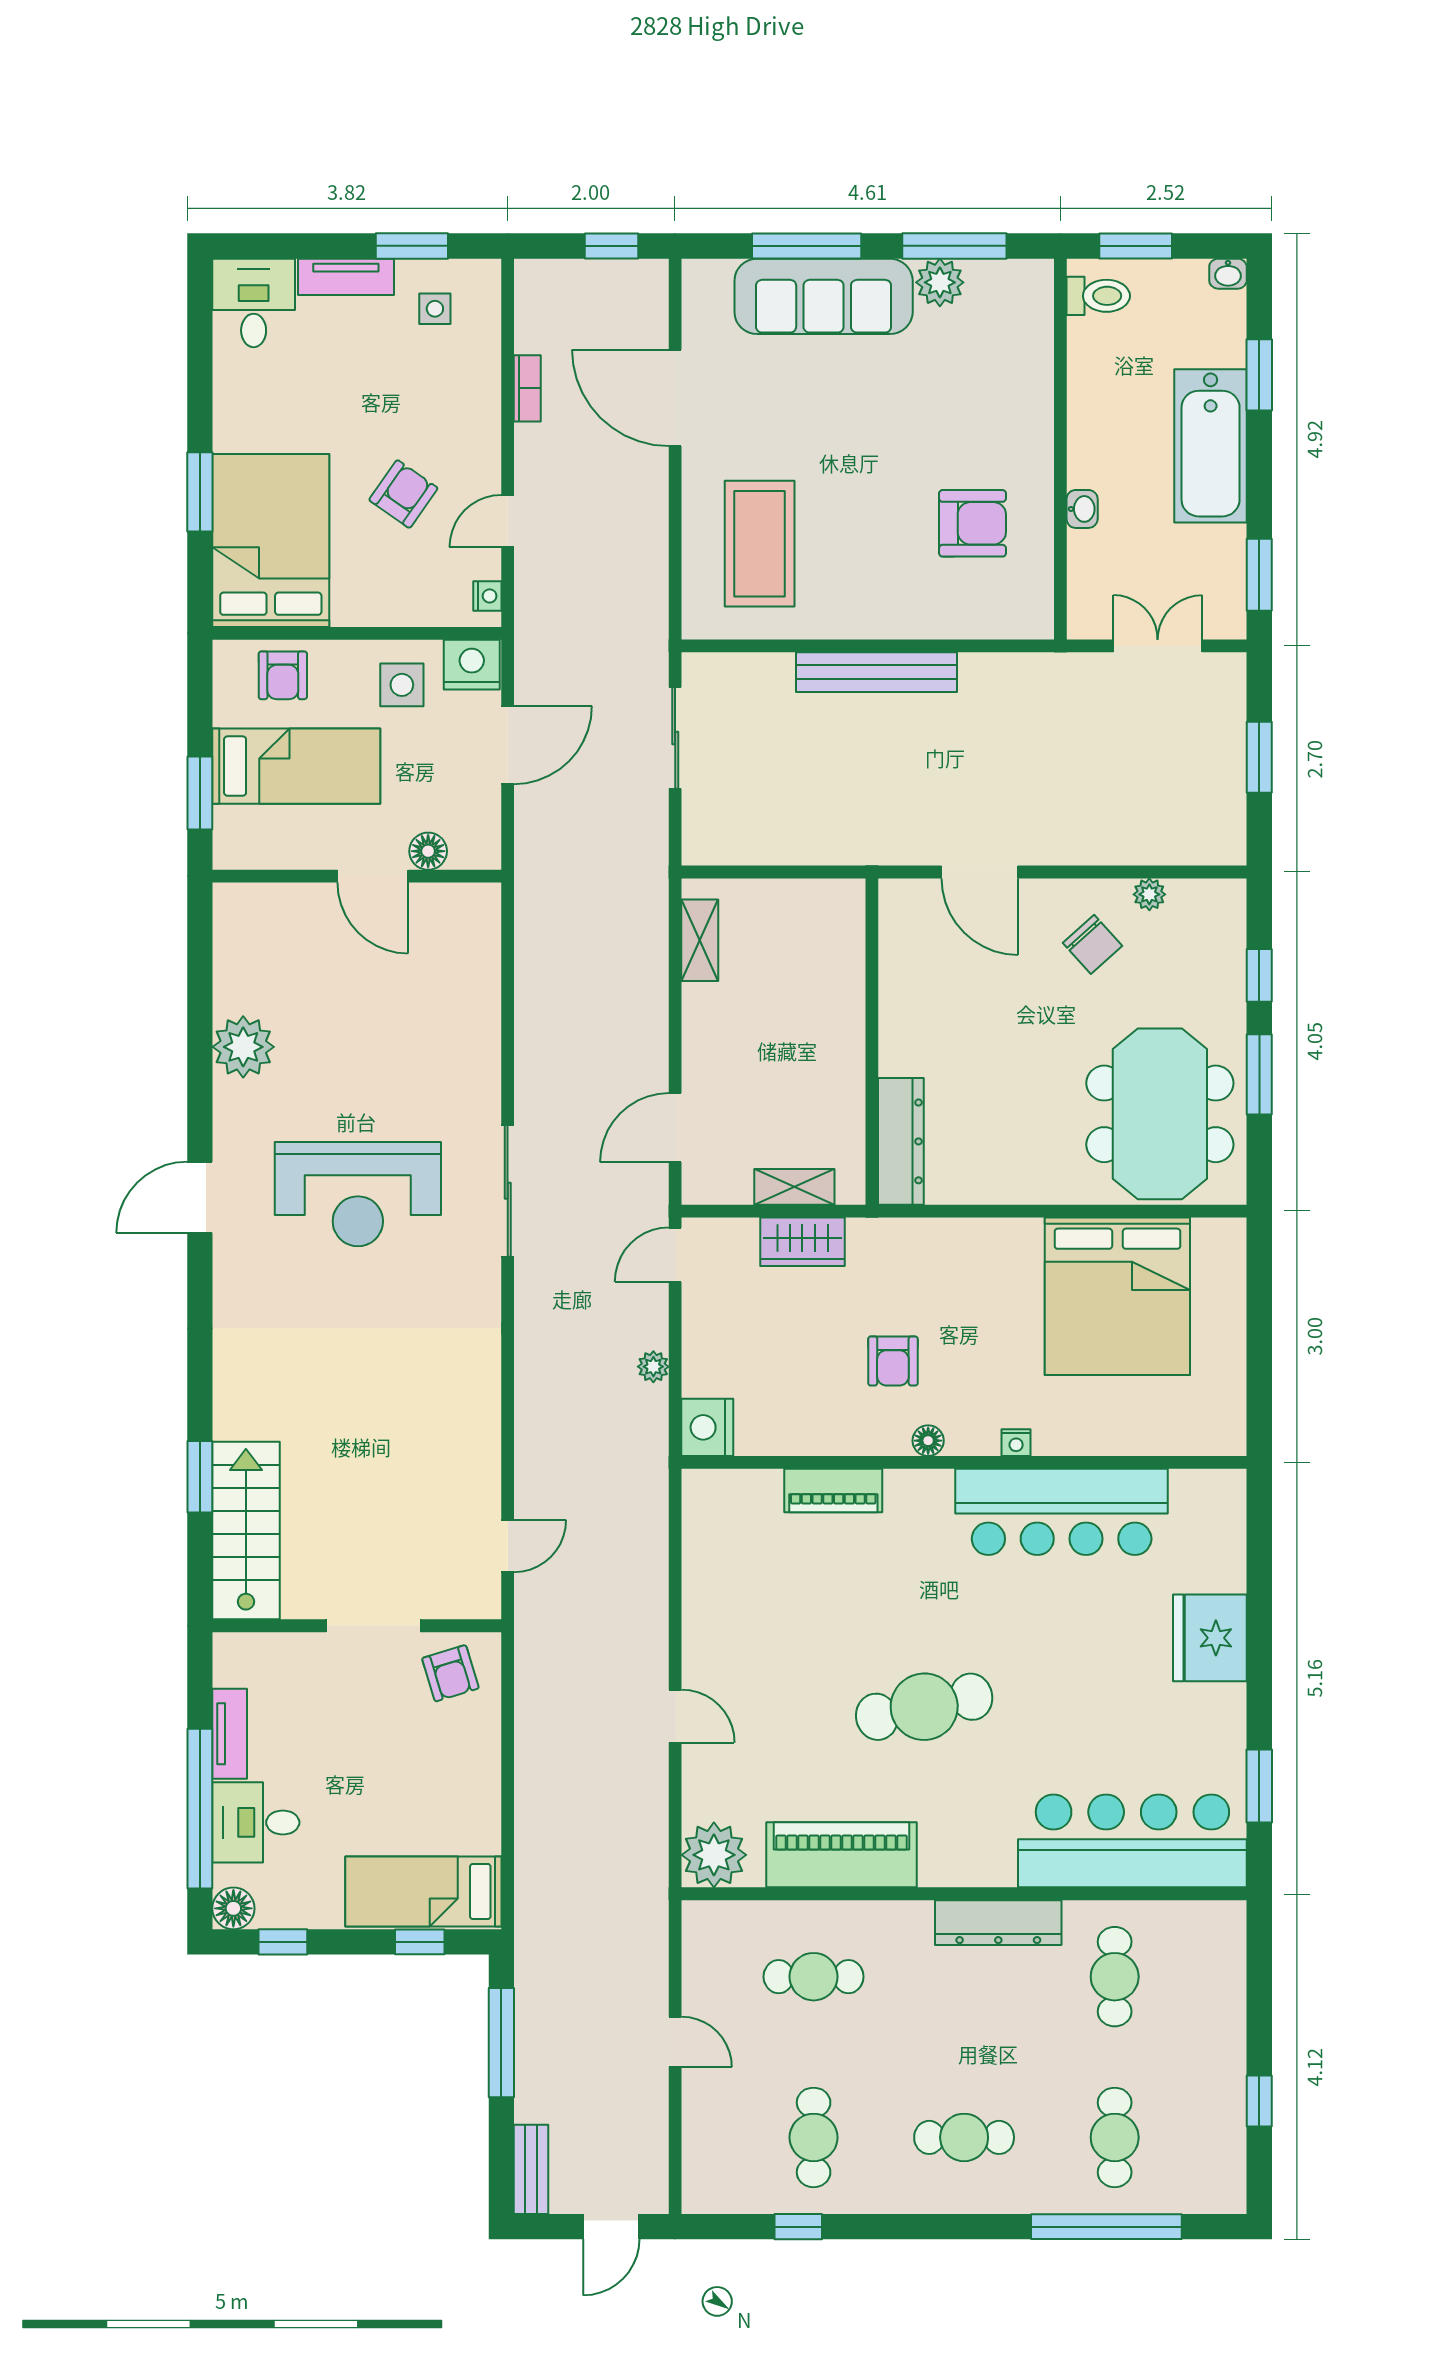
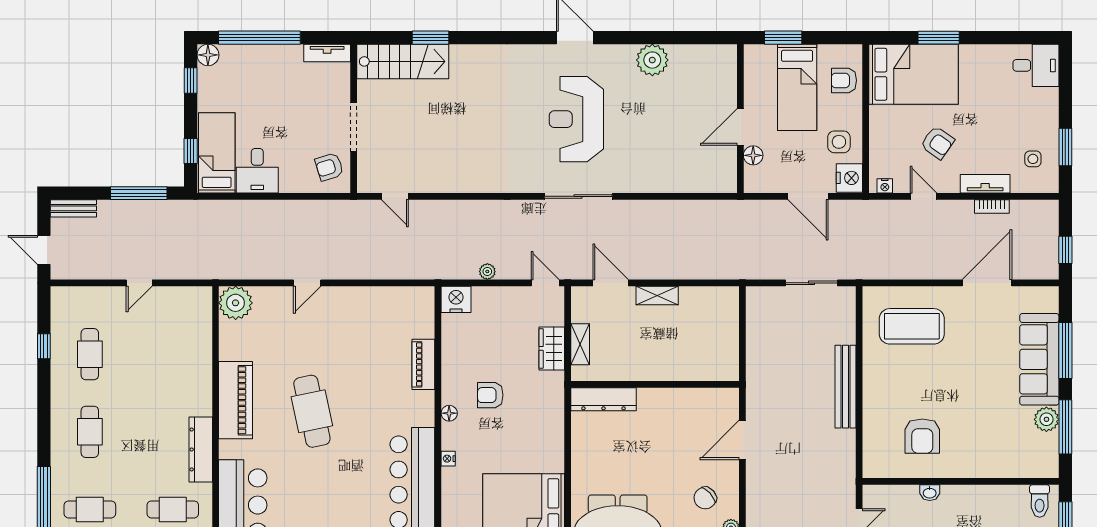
tv unit: (346, 277) -> (985, 184), moved, turned 90
shelving: (700, 940) -> (657, 296), moved
tv unit: (230, 1734) -> (327, 53), moved
desk: (256, 1822) -> (257, 171), moved, turned 180
piano: (842, 1855) -> (236, 400), moved
cafe table: (814, 1977) -> (173, 354), removed
cafe table: (814, 2137) -> (90, 354), turned 90

